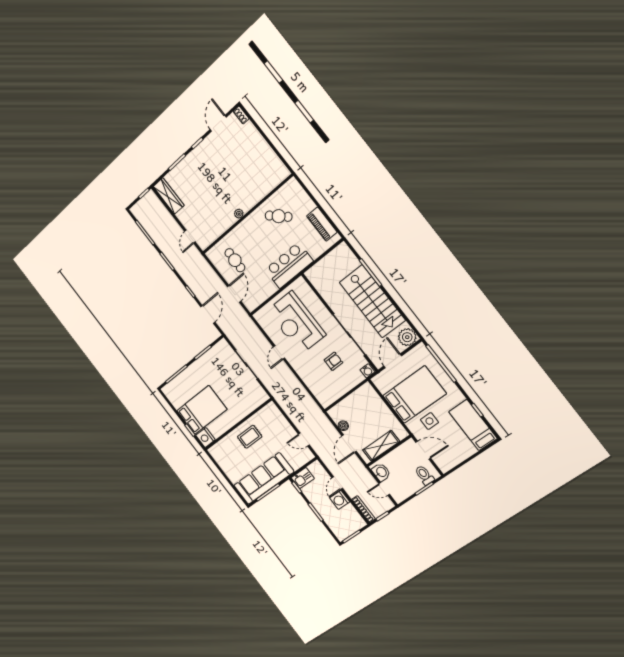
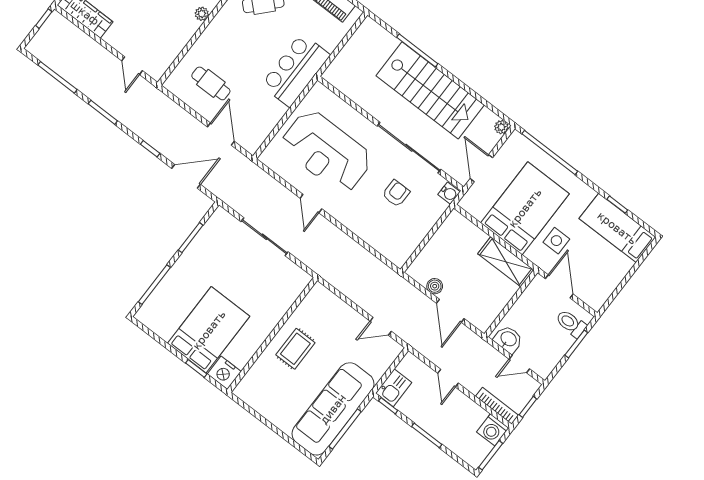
door: (208, 314) -> (186, 176), hinge flipped
plant: (407, 337) -> (501, 127), width x0.53, depth x0.53
shelving: (381, 446) -> (506, 262), moved, turned 90
door: (423, 450) -> (559, 286), hinge flipped
washing machine: (340, 500) -> (493, 430), moved

